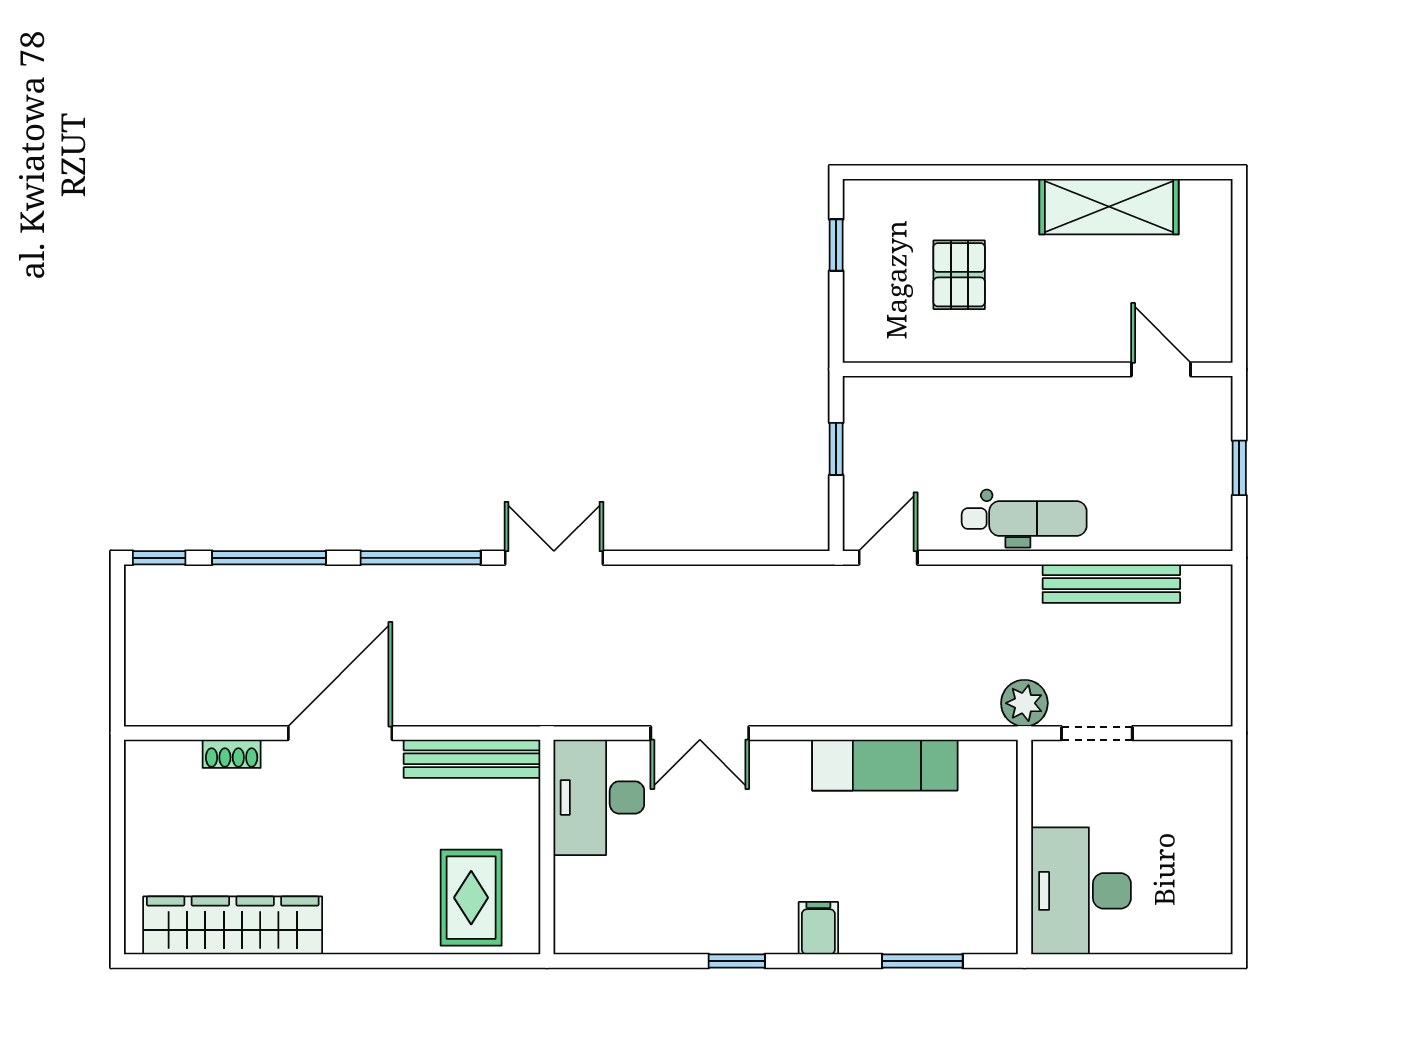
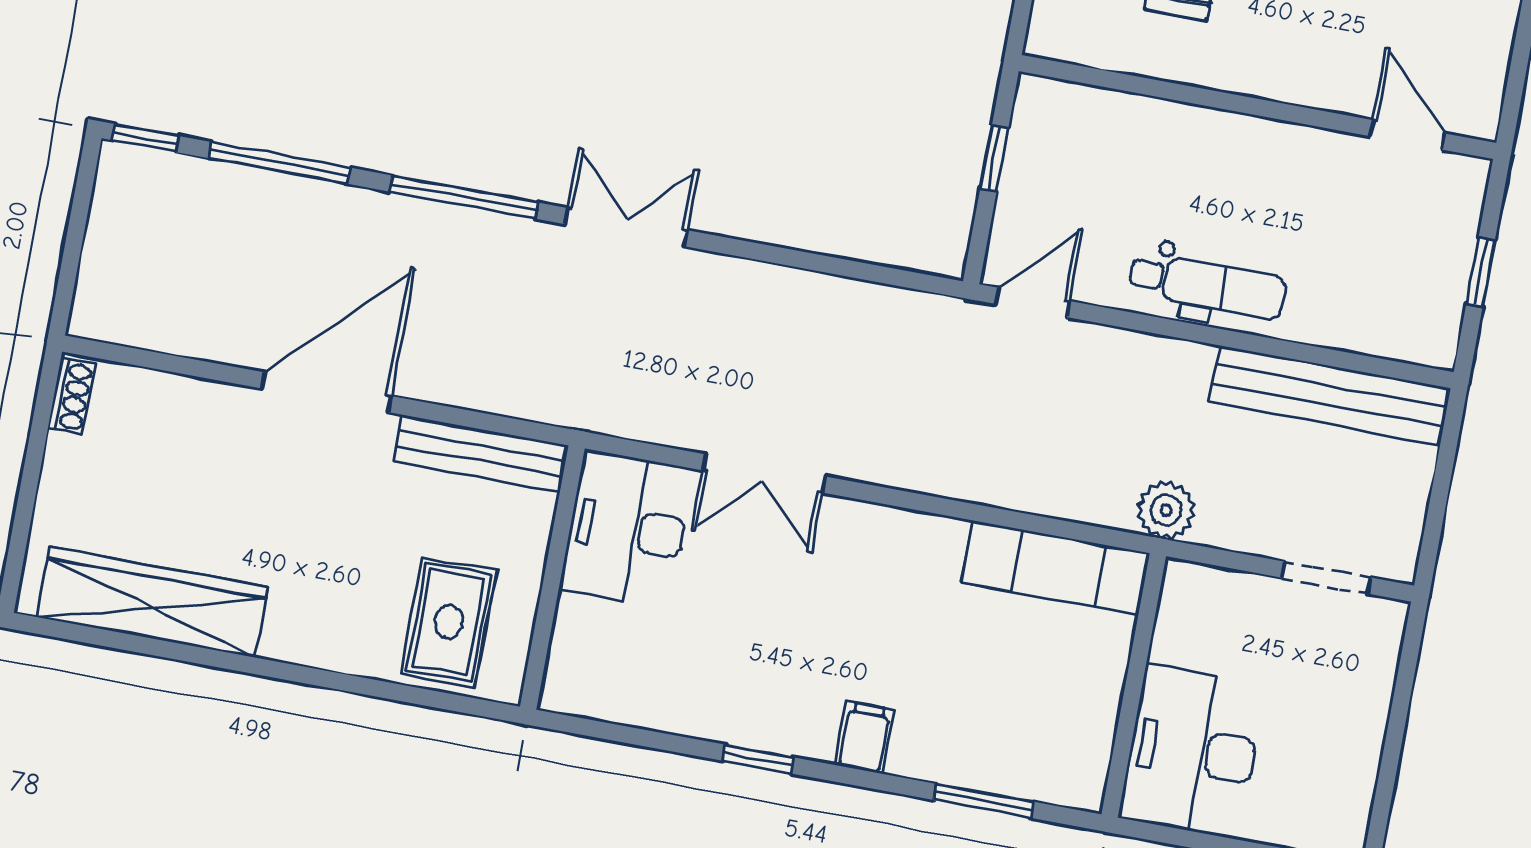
bench: (1111, 584) -> (1328, 395), width x1.37, depth x1.21
doorway: (1097, 733) -> (1326, 578), moved
shoe rack: (232, 754) -> (72, 396), moved, turned -90
exam couch: (885, 765) -> (1056, 568), moved

